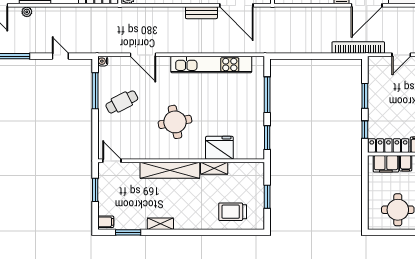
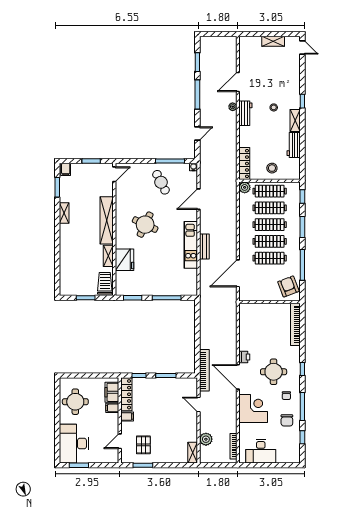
bench: (201, 13) -> (204, 247), moved
kitchen unit: (211, 65) -> (191, 245), width x0.73
round table: (175, 122) -> (145, 225), turned 36
trolley: (233, 212) -> (105, 283), moved

